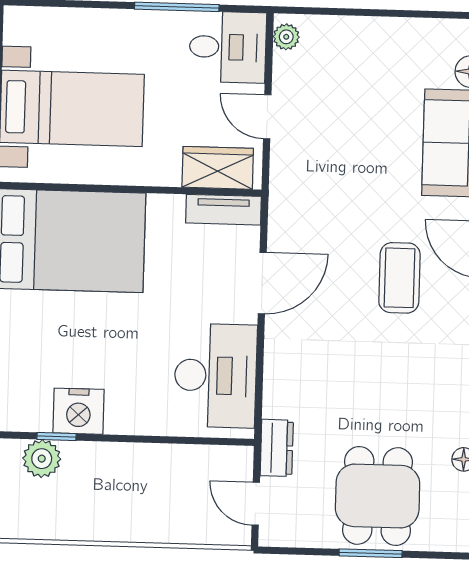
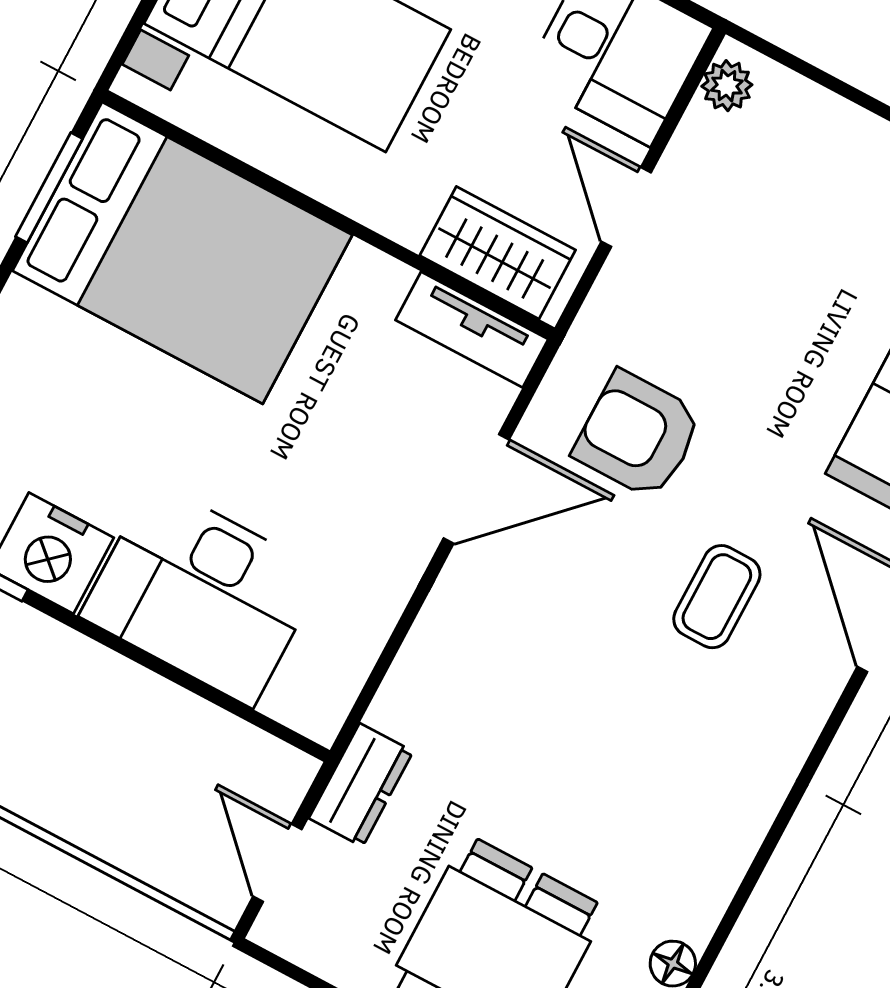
armchair: (325, 221) -> (638, 435), added
coffee table: (399, 278) -> (717, 597), width x0.73, depth x0.77
desk: (215, 376) -> (202, 594), moved, turned 90

